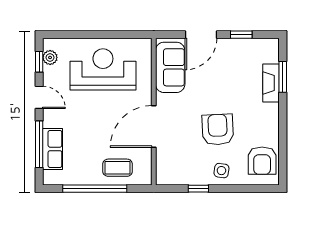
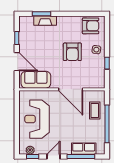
armchair: (218, 130) -> (72, 52), turned -87

